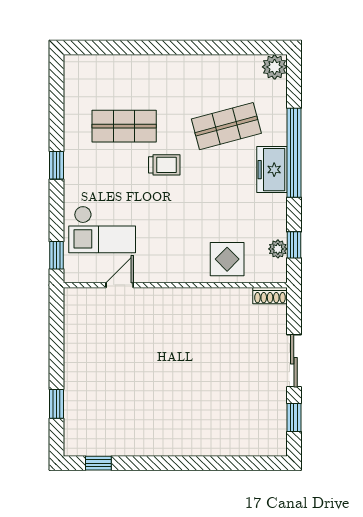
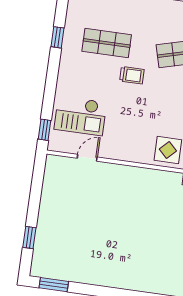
window: (56, 165) -> (58, 37), moved
window: (98, 463) -> (54, 285), width x1.50

